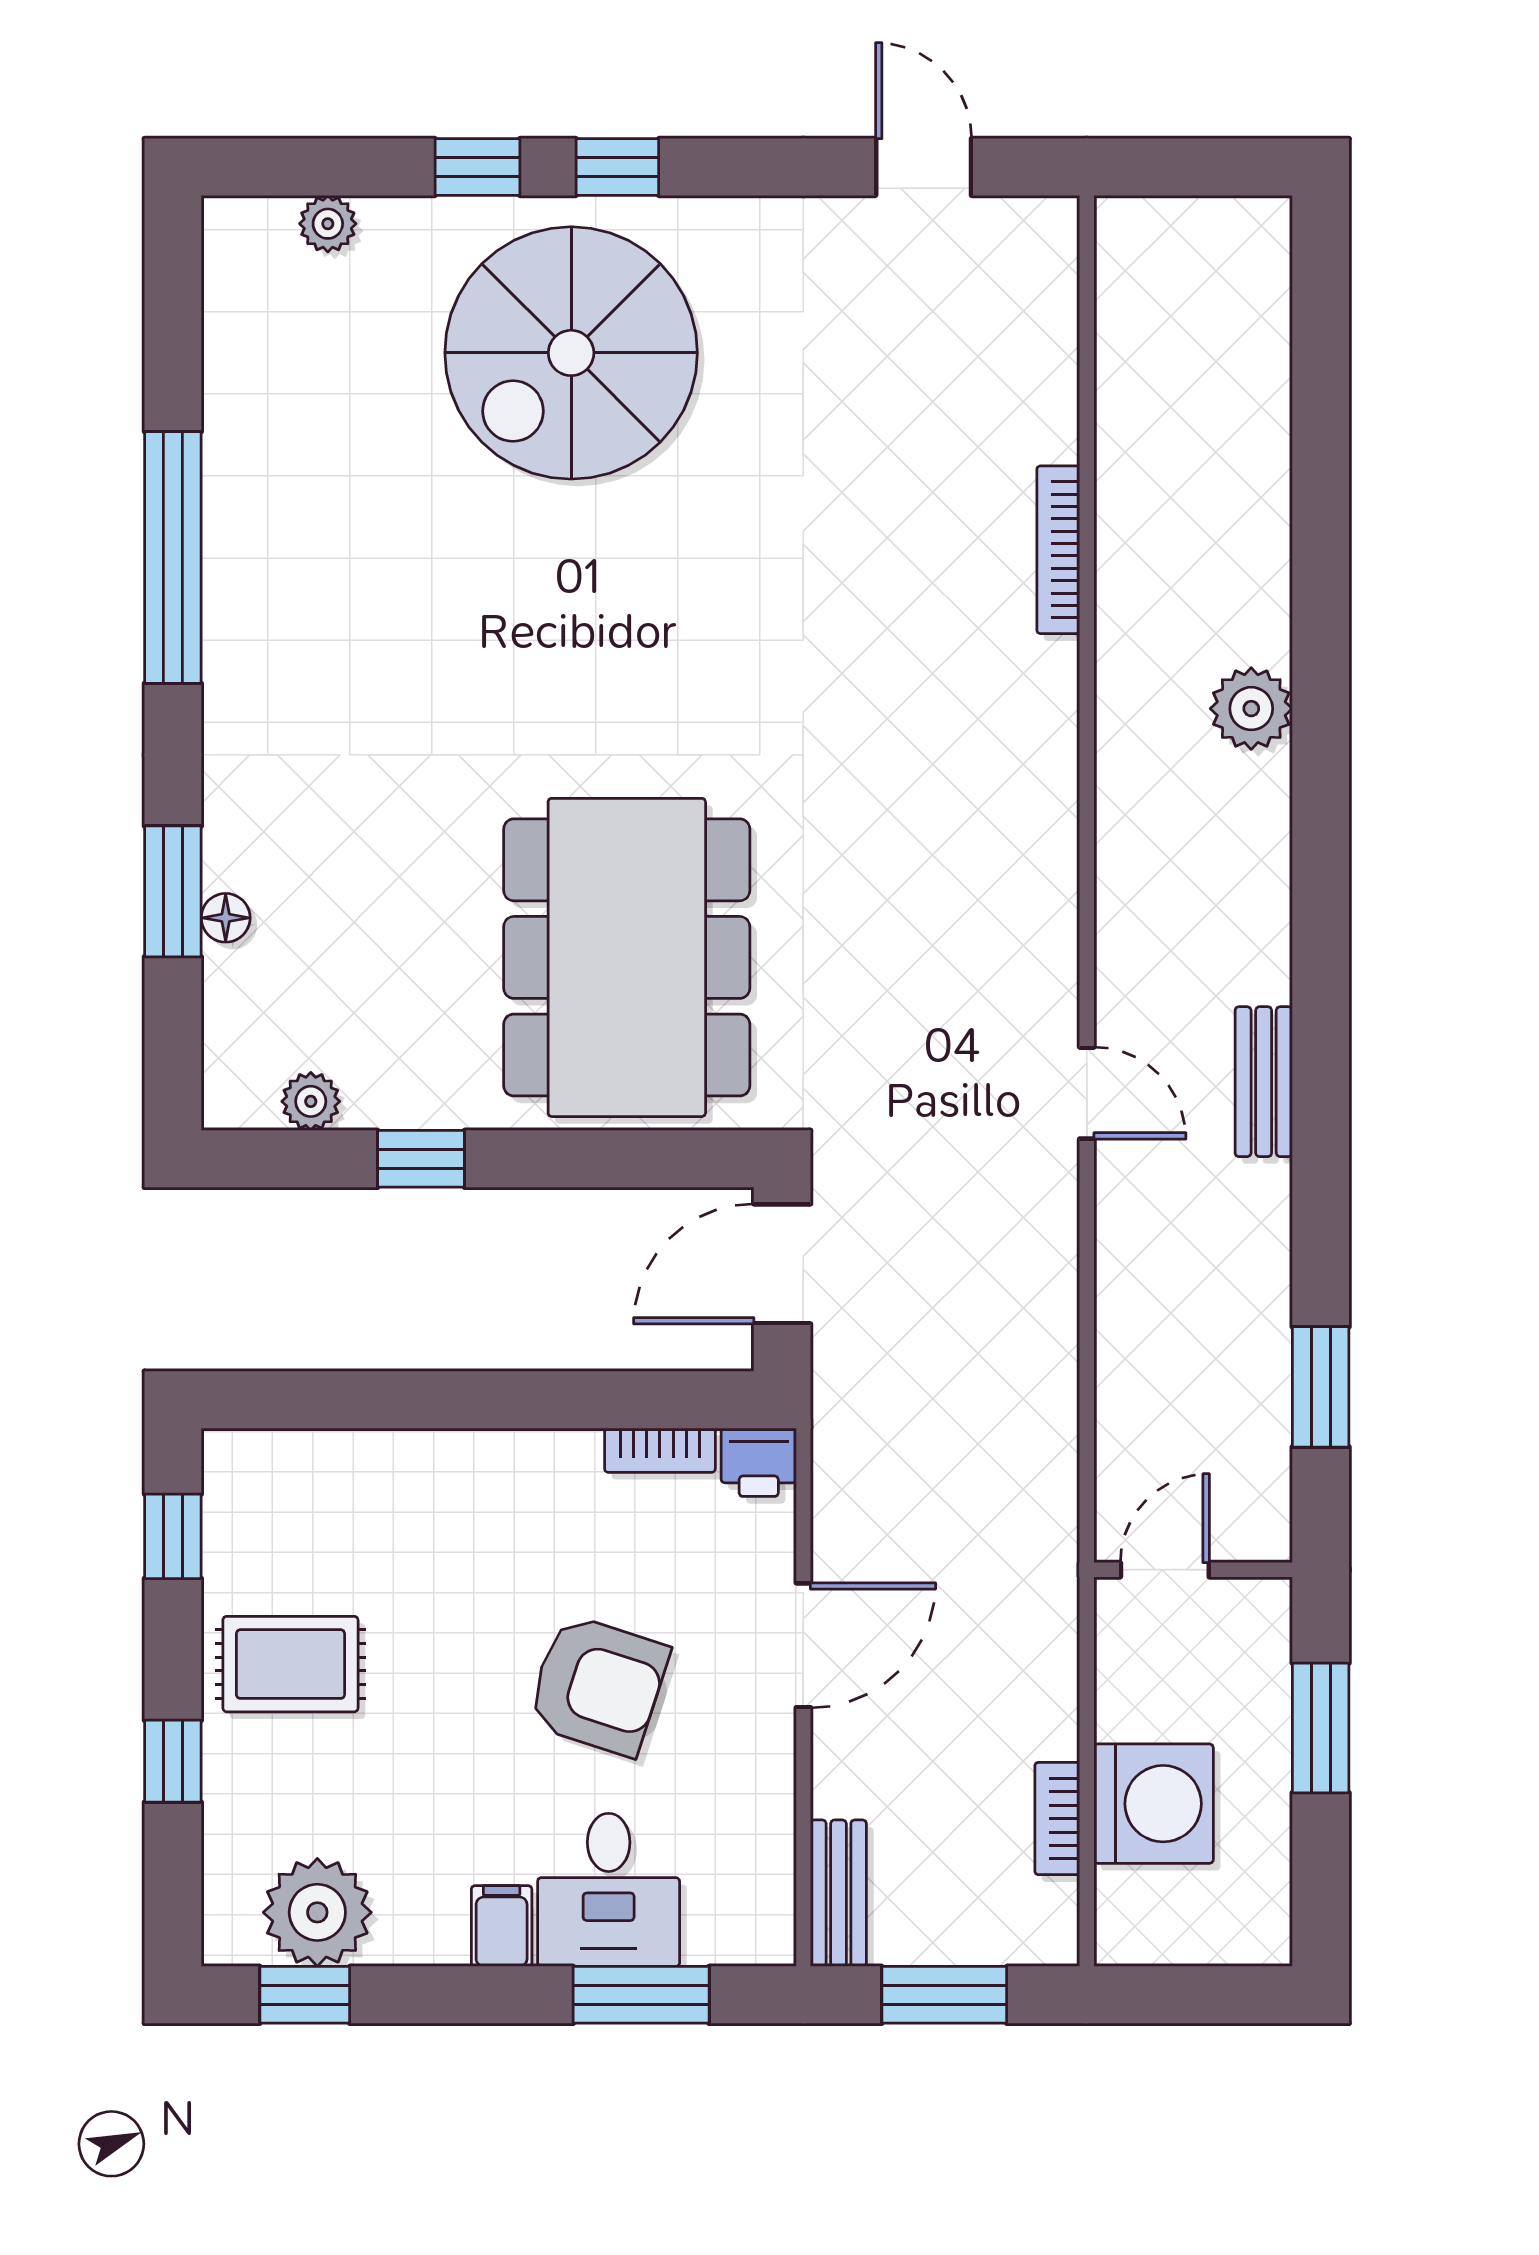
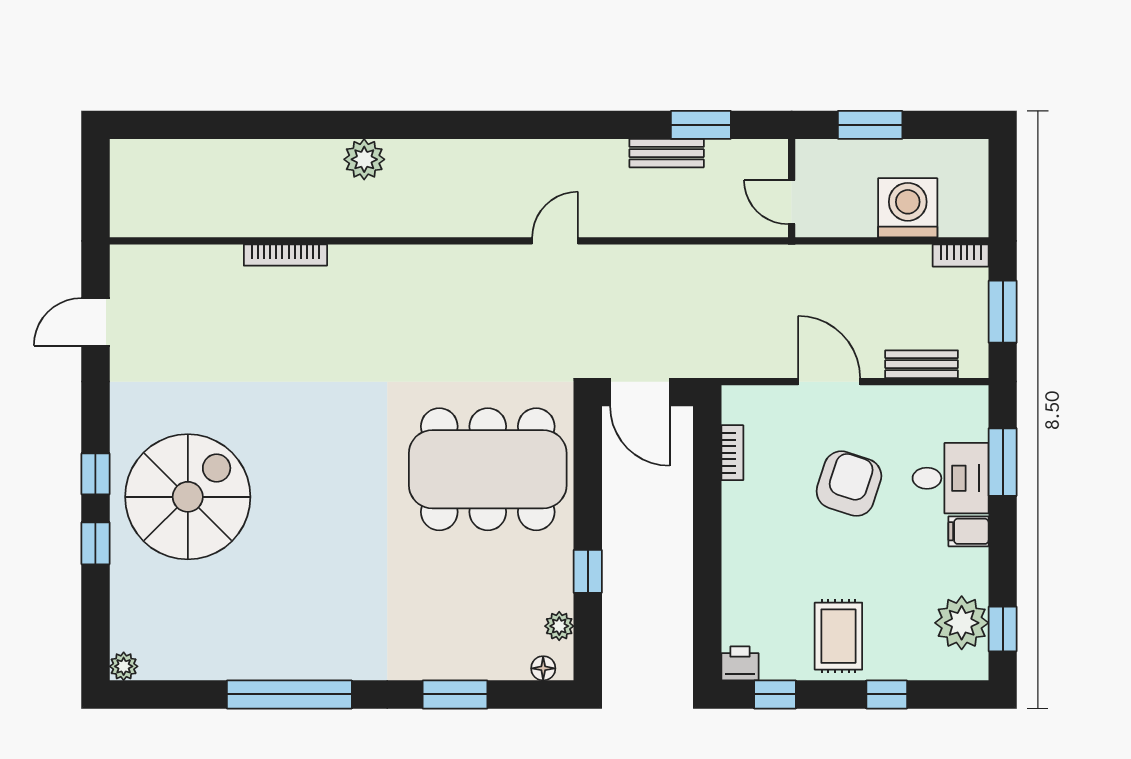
plant: (328, 224) -> (124, 666), moved
spiral stairs: (571, 353) -> (188, 497), turned -90
floor lamp: (226, 918) -> (543, 668), moved
bench: (1264, 1082) -> (667, 153), moved
printer: (759, 1462) -> (740, 663), moved, turned -90
bookcase: (1057, 1819) -> (961, 256), moved
bench: (838, 1893) -> (922, 364), moved

